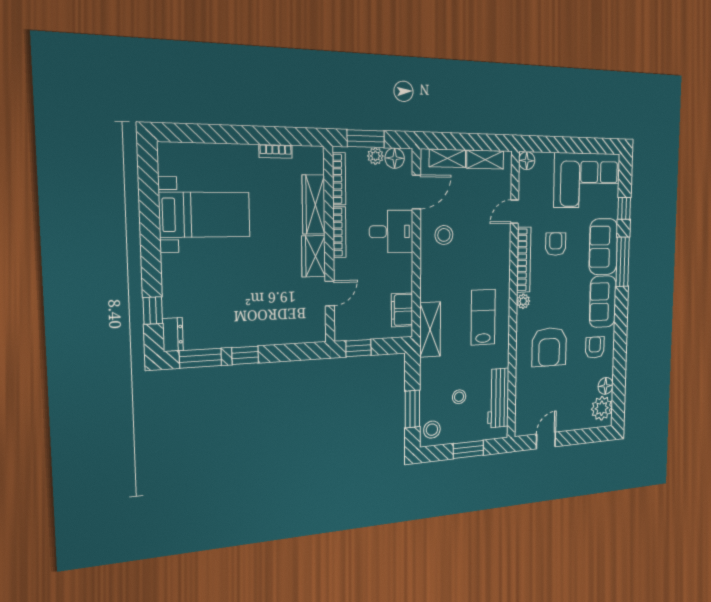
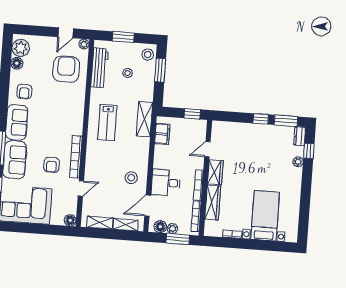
bed with nightstands: (205, 215) -> (265, 216), moved, turned 90
plant: (171, 289) -> (298, 162), added
plant: (523, 301) -> (84, 44), moved
armchair: (549, 347) -> (66, 69), moved

